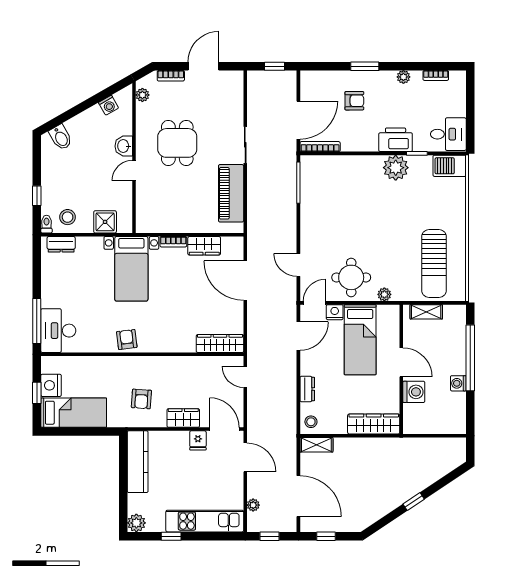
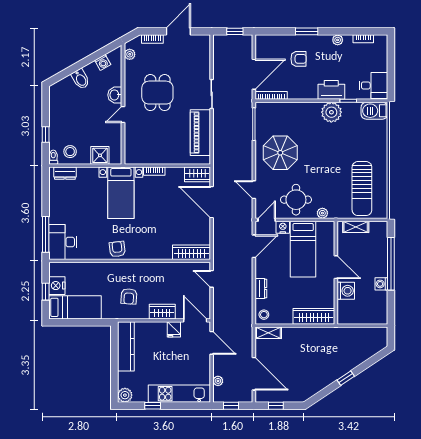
bidet: (61, 137) -> (80, 79), moved
parasol: (331, 219) -> (280, 153), added
wardrobe: (204, 246) -> (197, 174), moved

